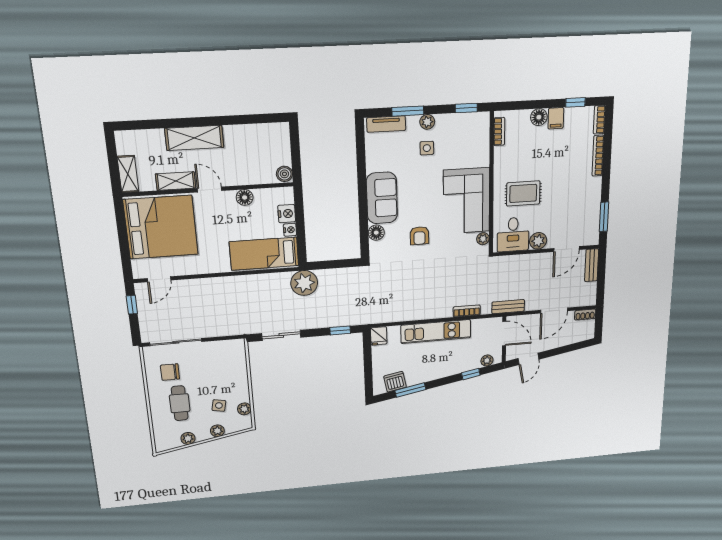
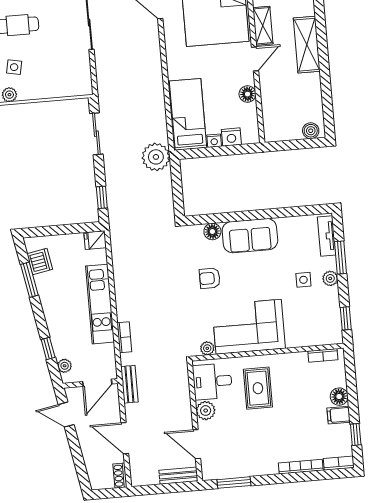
boiler: (284, 174) -> (311, 131), moved
chair: (170, 372) -> (55, 16), removed

